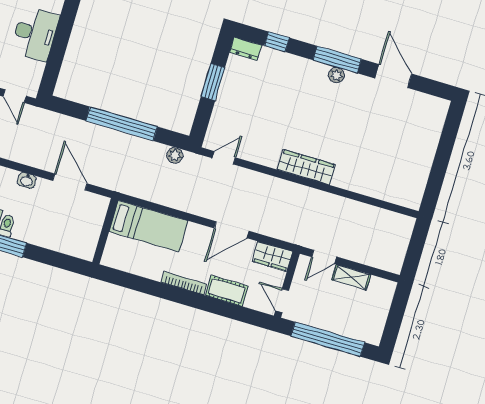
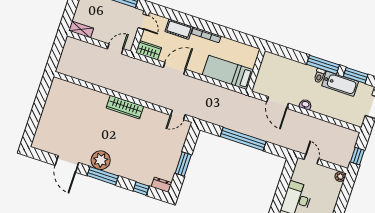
plant: (336, 75) -> (101, 160), width x1.87, depth x1.87
plant: (175, 155) -> (209, 118), removed
shelving: (351, 277) -> (81, 30), moved

